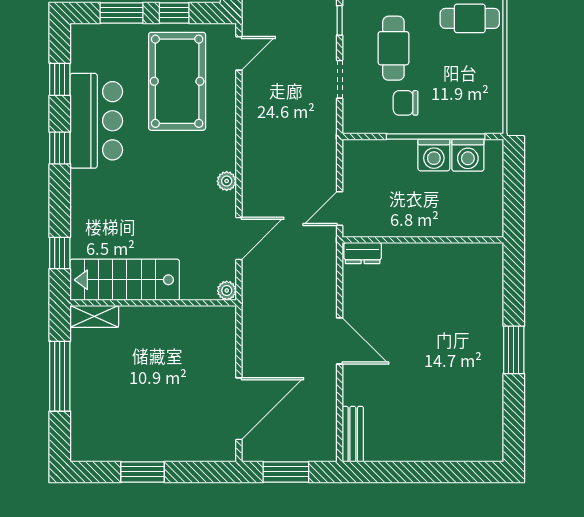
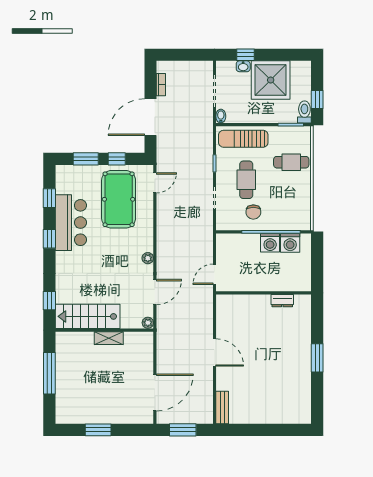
chair: (406, 103) -> (253, 212), turned -90
dresser: (363, 253) -> (282, 301), moved
shelving: (94, 316) -> (109, 338), moved

